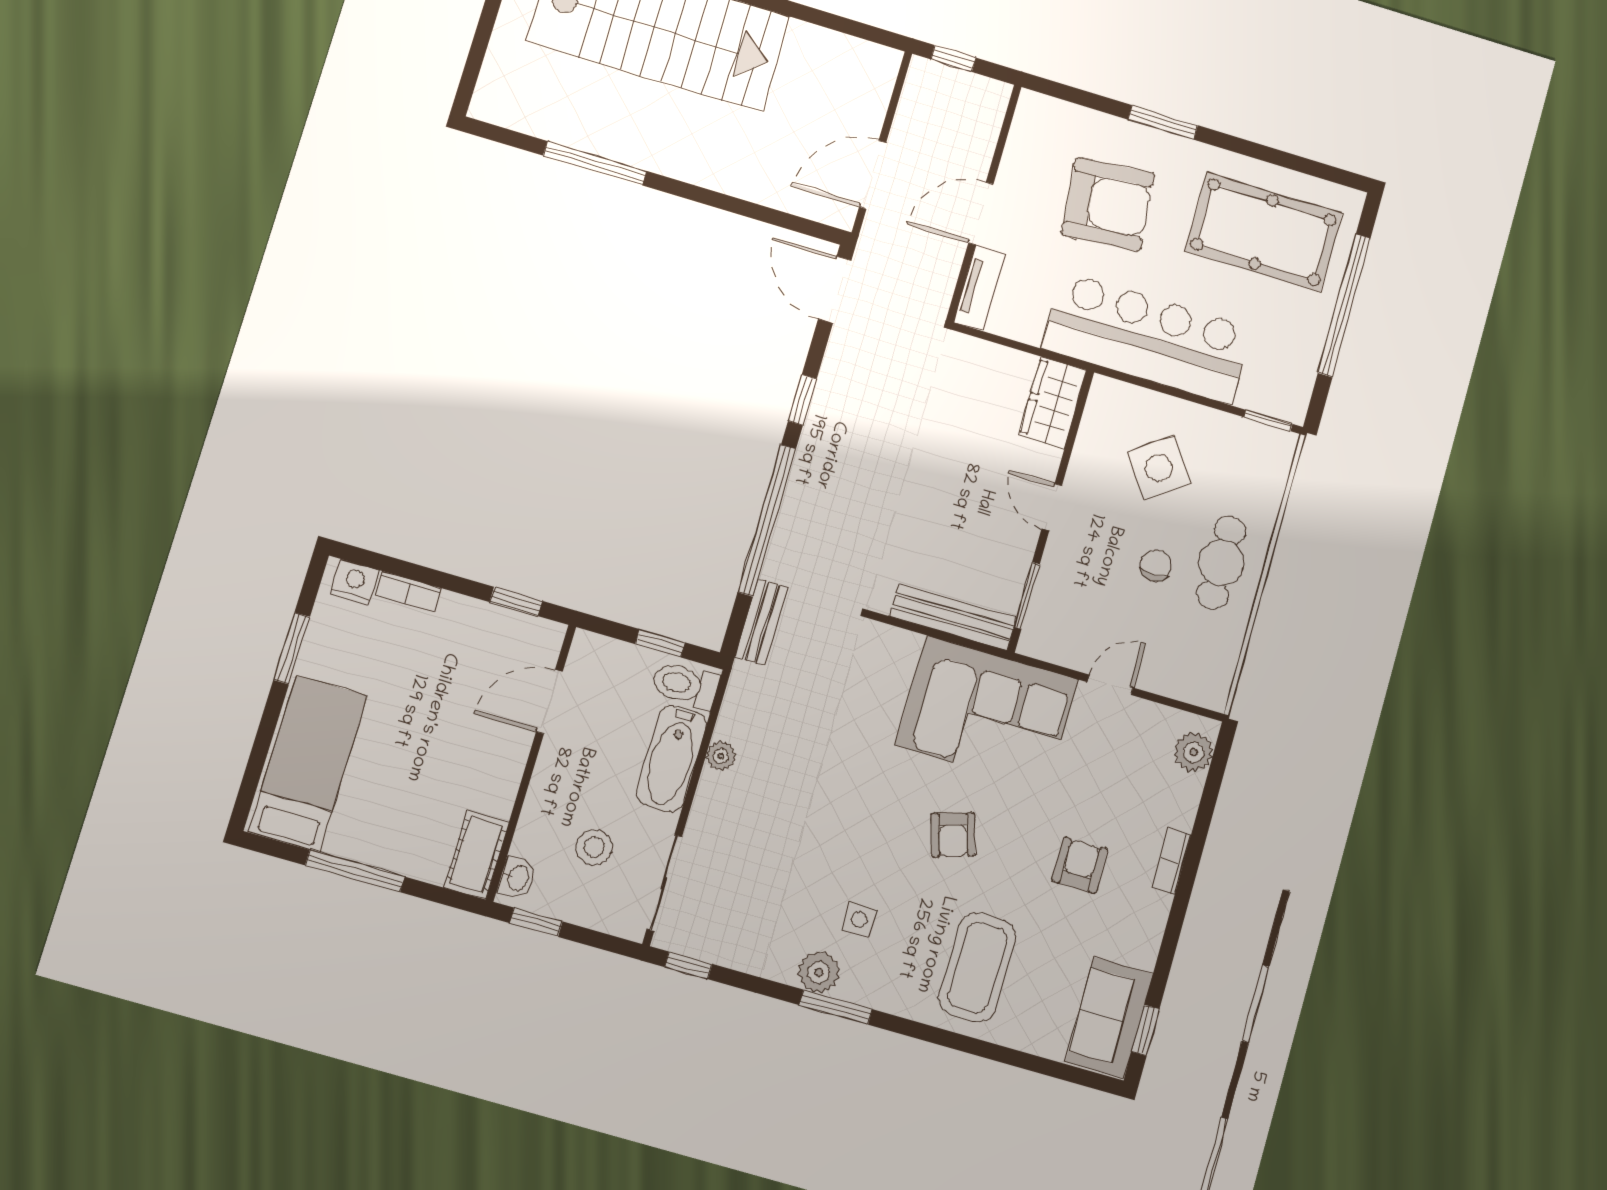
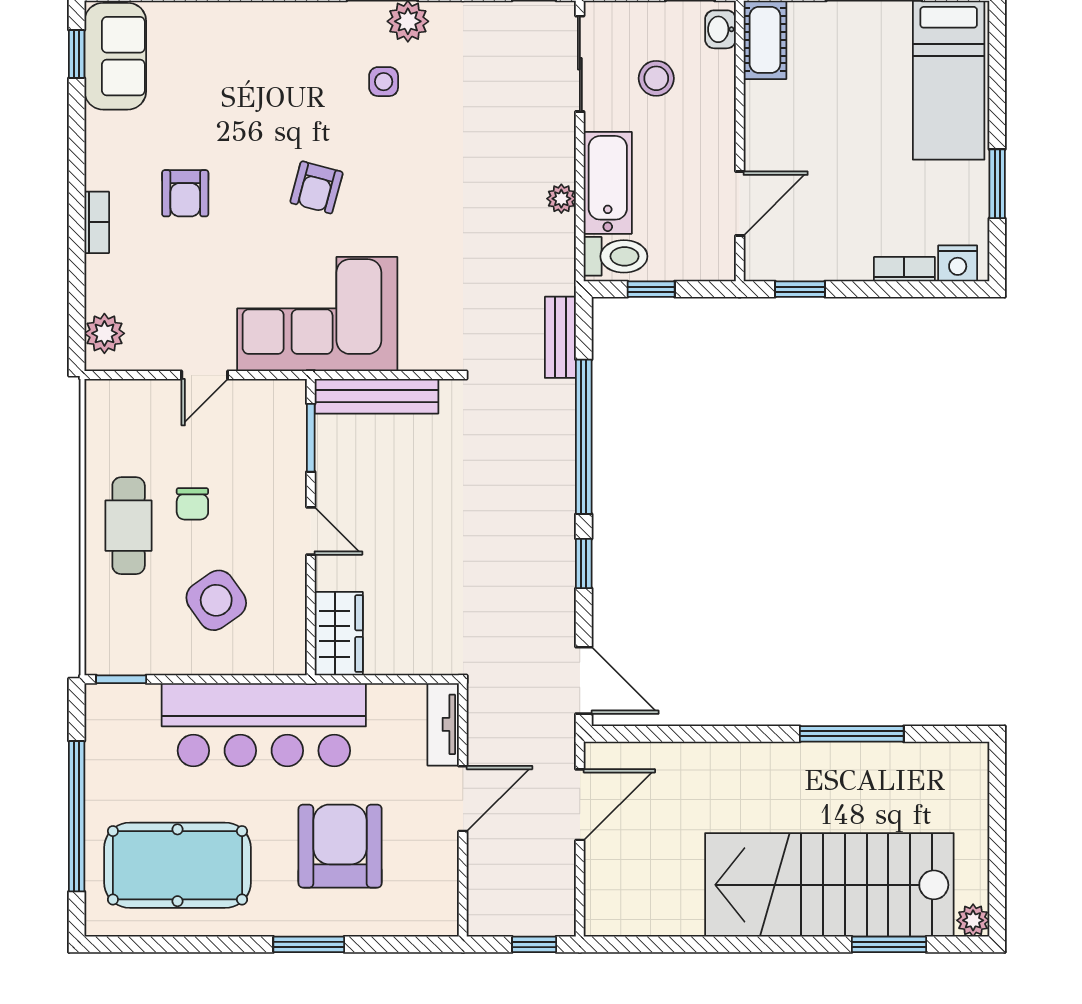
armchair: (1108, 204) -> (340, 846), turned 95
armchair: (953, 835) -> (316, 187), turned -148
coffee table: (977, 967) -> (257, 68), removed

